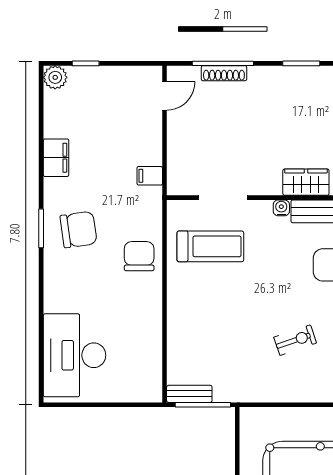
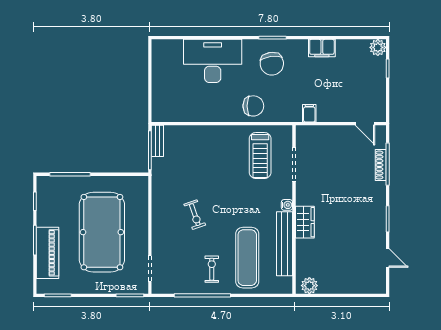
desk: (75, 355) -> (213, 61), moved

